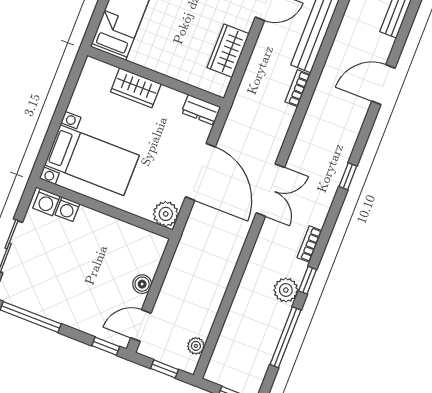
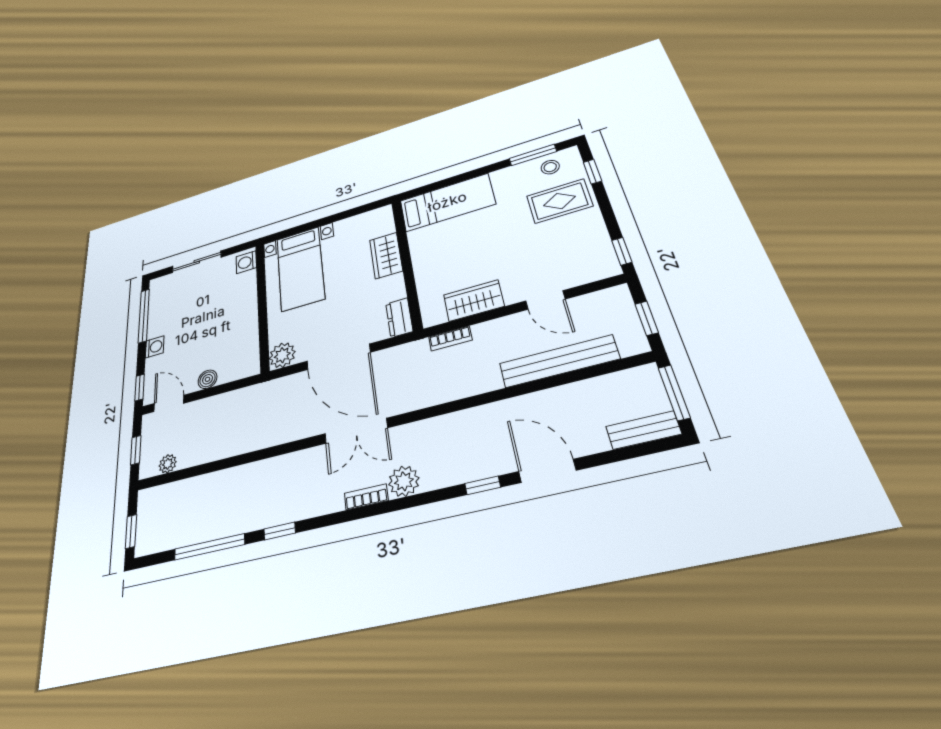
bookcase: (298, 88) -> (450, 338), moved, turned 180
door: (200, 172) -> (338, 357), hinge flipped
window: (348, 176) -> (483, 485), moved
washing machine: (67, 209) -> (155, 347), moved, turned 180
bookcase: (309, 244) -> (366, 497), moved
plant: (286, 290) -> (404, 481), moved

